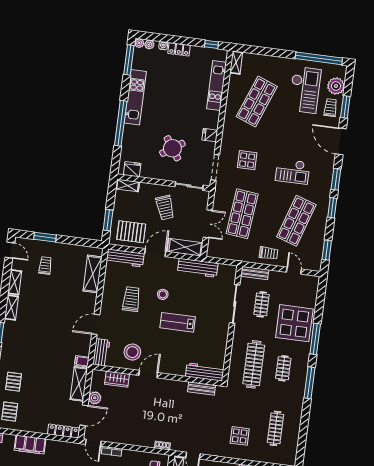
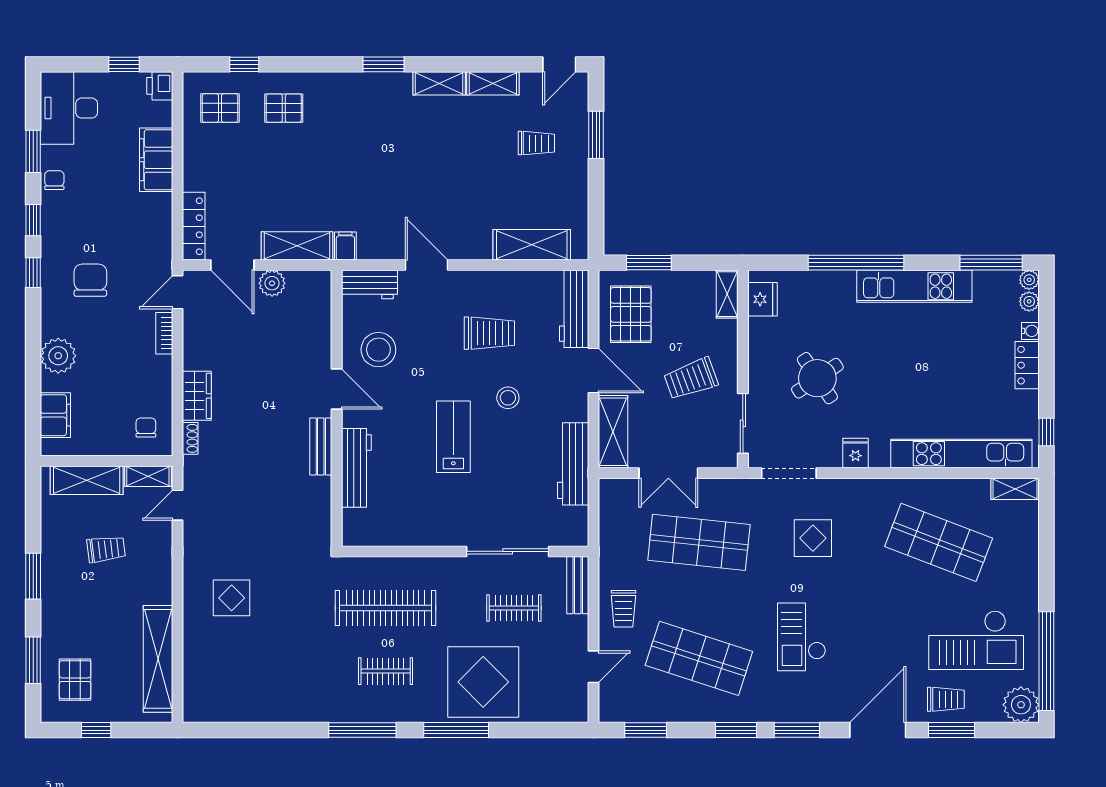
kitchen unit: (216, 85) -> (961, 454), width x1.36
plant: (336, 86) -> (1021, 705), moved
workbench: (205, 372) -> (356, 468), moved
wardrobe: (117, 379) -> (197, 396), moved, turned 180
bench: (202, 388) -> (321, 446), moved
clothes rail: (275, 428) -> (257, 671), removed

